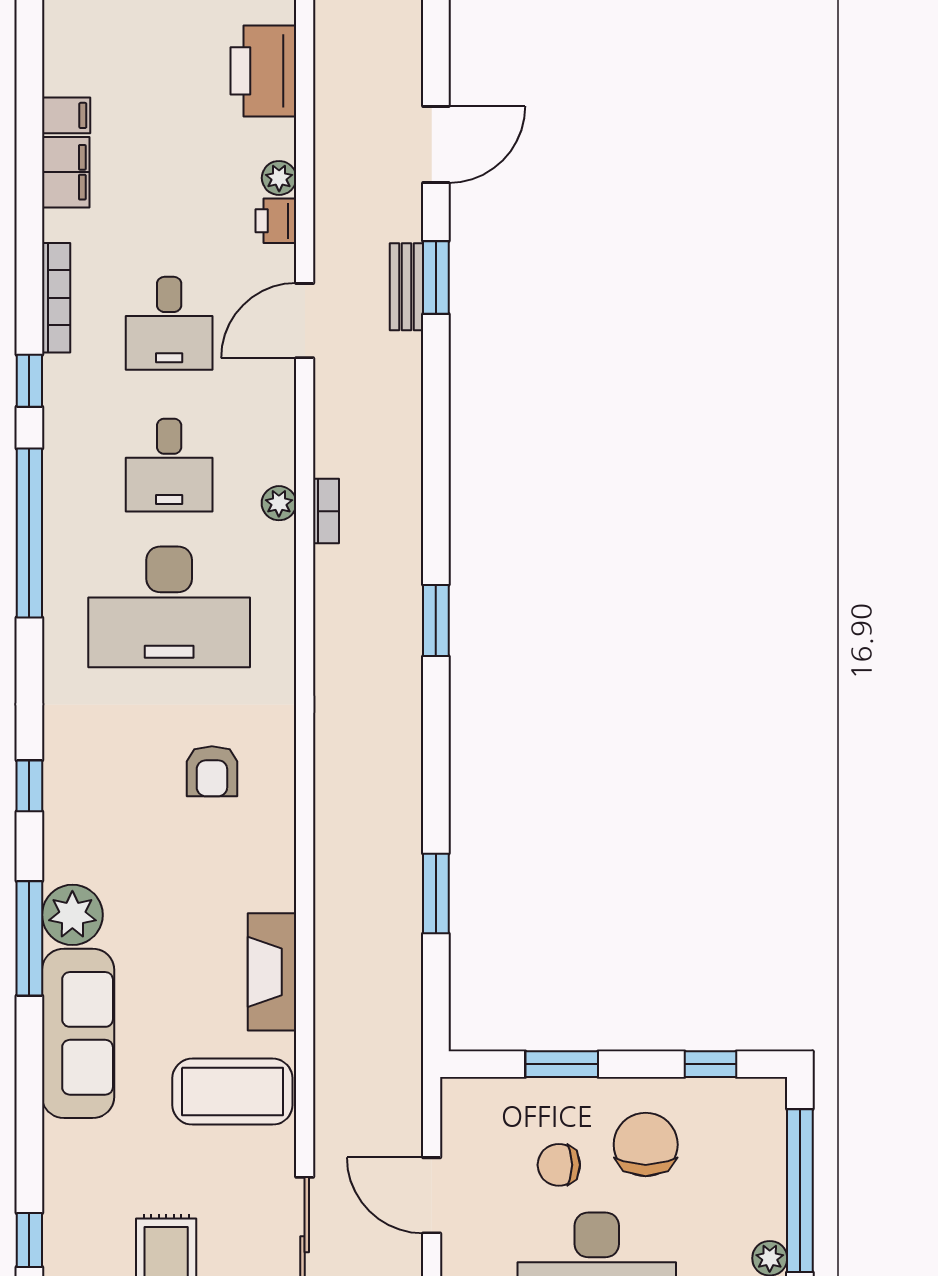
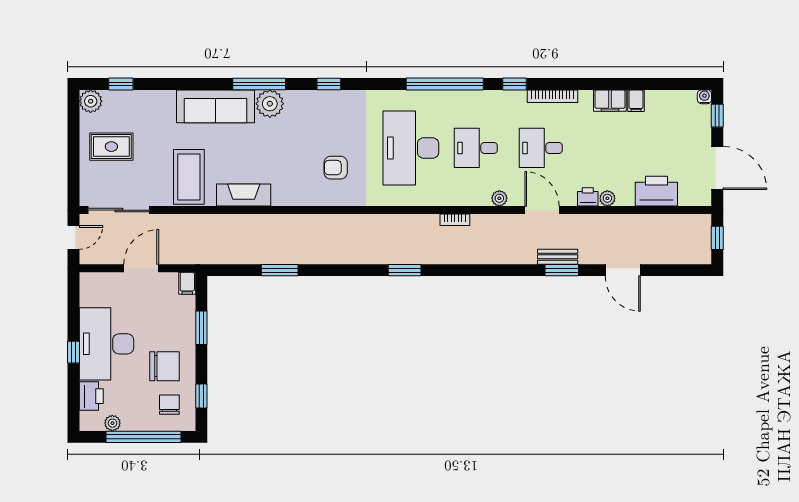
plant: (279, 503) -> (499, 198), moved
filing cabinet: (464, 1095) -> (187, 283), added
chair: (559, 1165) -> (169, 405), moved

